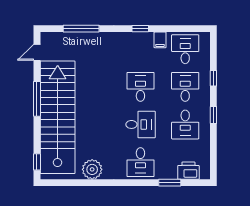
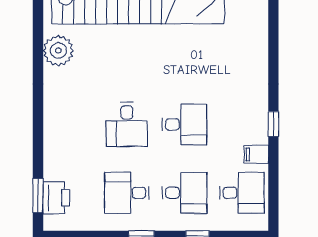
window: (81, 29) -> (273, 34), removed
desk: (140, 162) -> (69, 124), removed
window: (170, 183) -> (38, 196), moved

